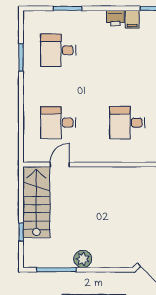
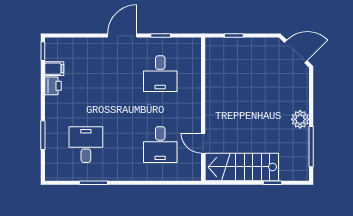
desk: (58, 50) -> (86, 145), turned 180

